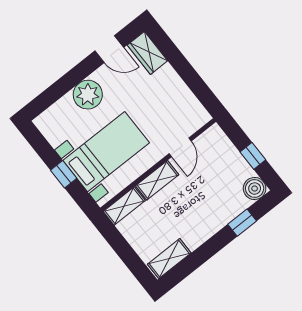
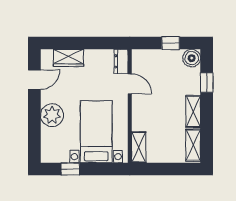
wardrobe: (147, 53) -> (68, 58), moved
dresser: (196, 121) -> (121, 61), added
window: (64, 174) -> (70, 169), moved
shelving: (157, 180) -> (193, 112), moved

